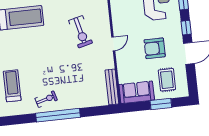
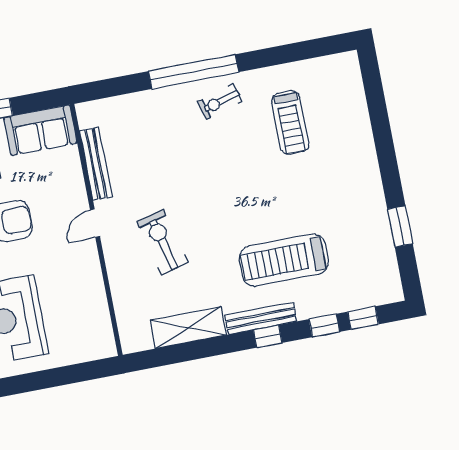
bench: (112, 87) -> (96, 163), moved

